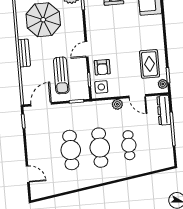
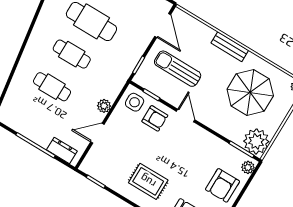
rug: (149, 64) -> (148, 181), moved
armchair: (102, 67) -> (155, 118), turned 180
plant: (163, 84) -> (91, 169), removed
dresser: (164, 110) -> (62, 150), width x0.70
cafe table: (100, 148) -> (72, 54), width x0.73, depth x0.74

